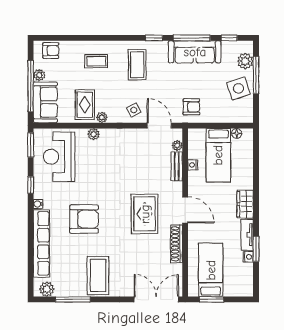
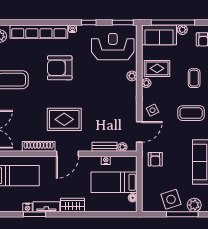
armchair: (84, 219) -> (60, 68), turned 90

